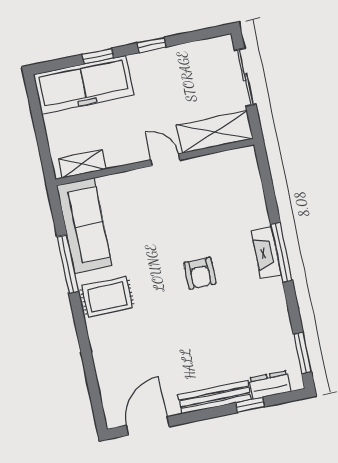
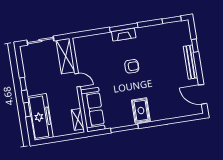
door: (165, 160) -> (78, 80), swing flipped
sofa: (84, 226) -> (93, 110), moved, turned 90
dresser: (270, 385) -> (186, 36), removed

